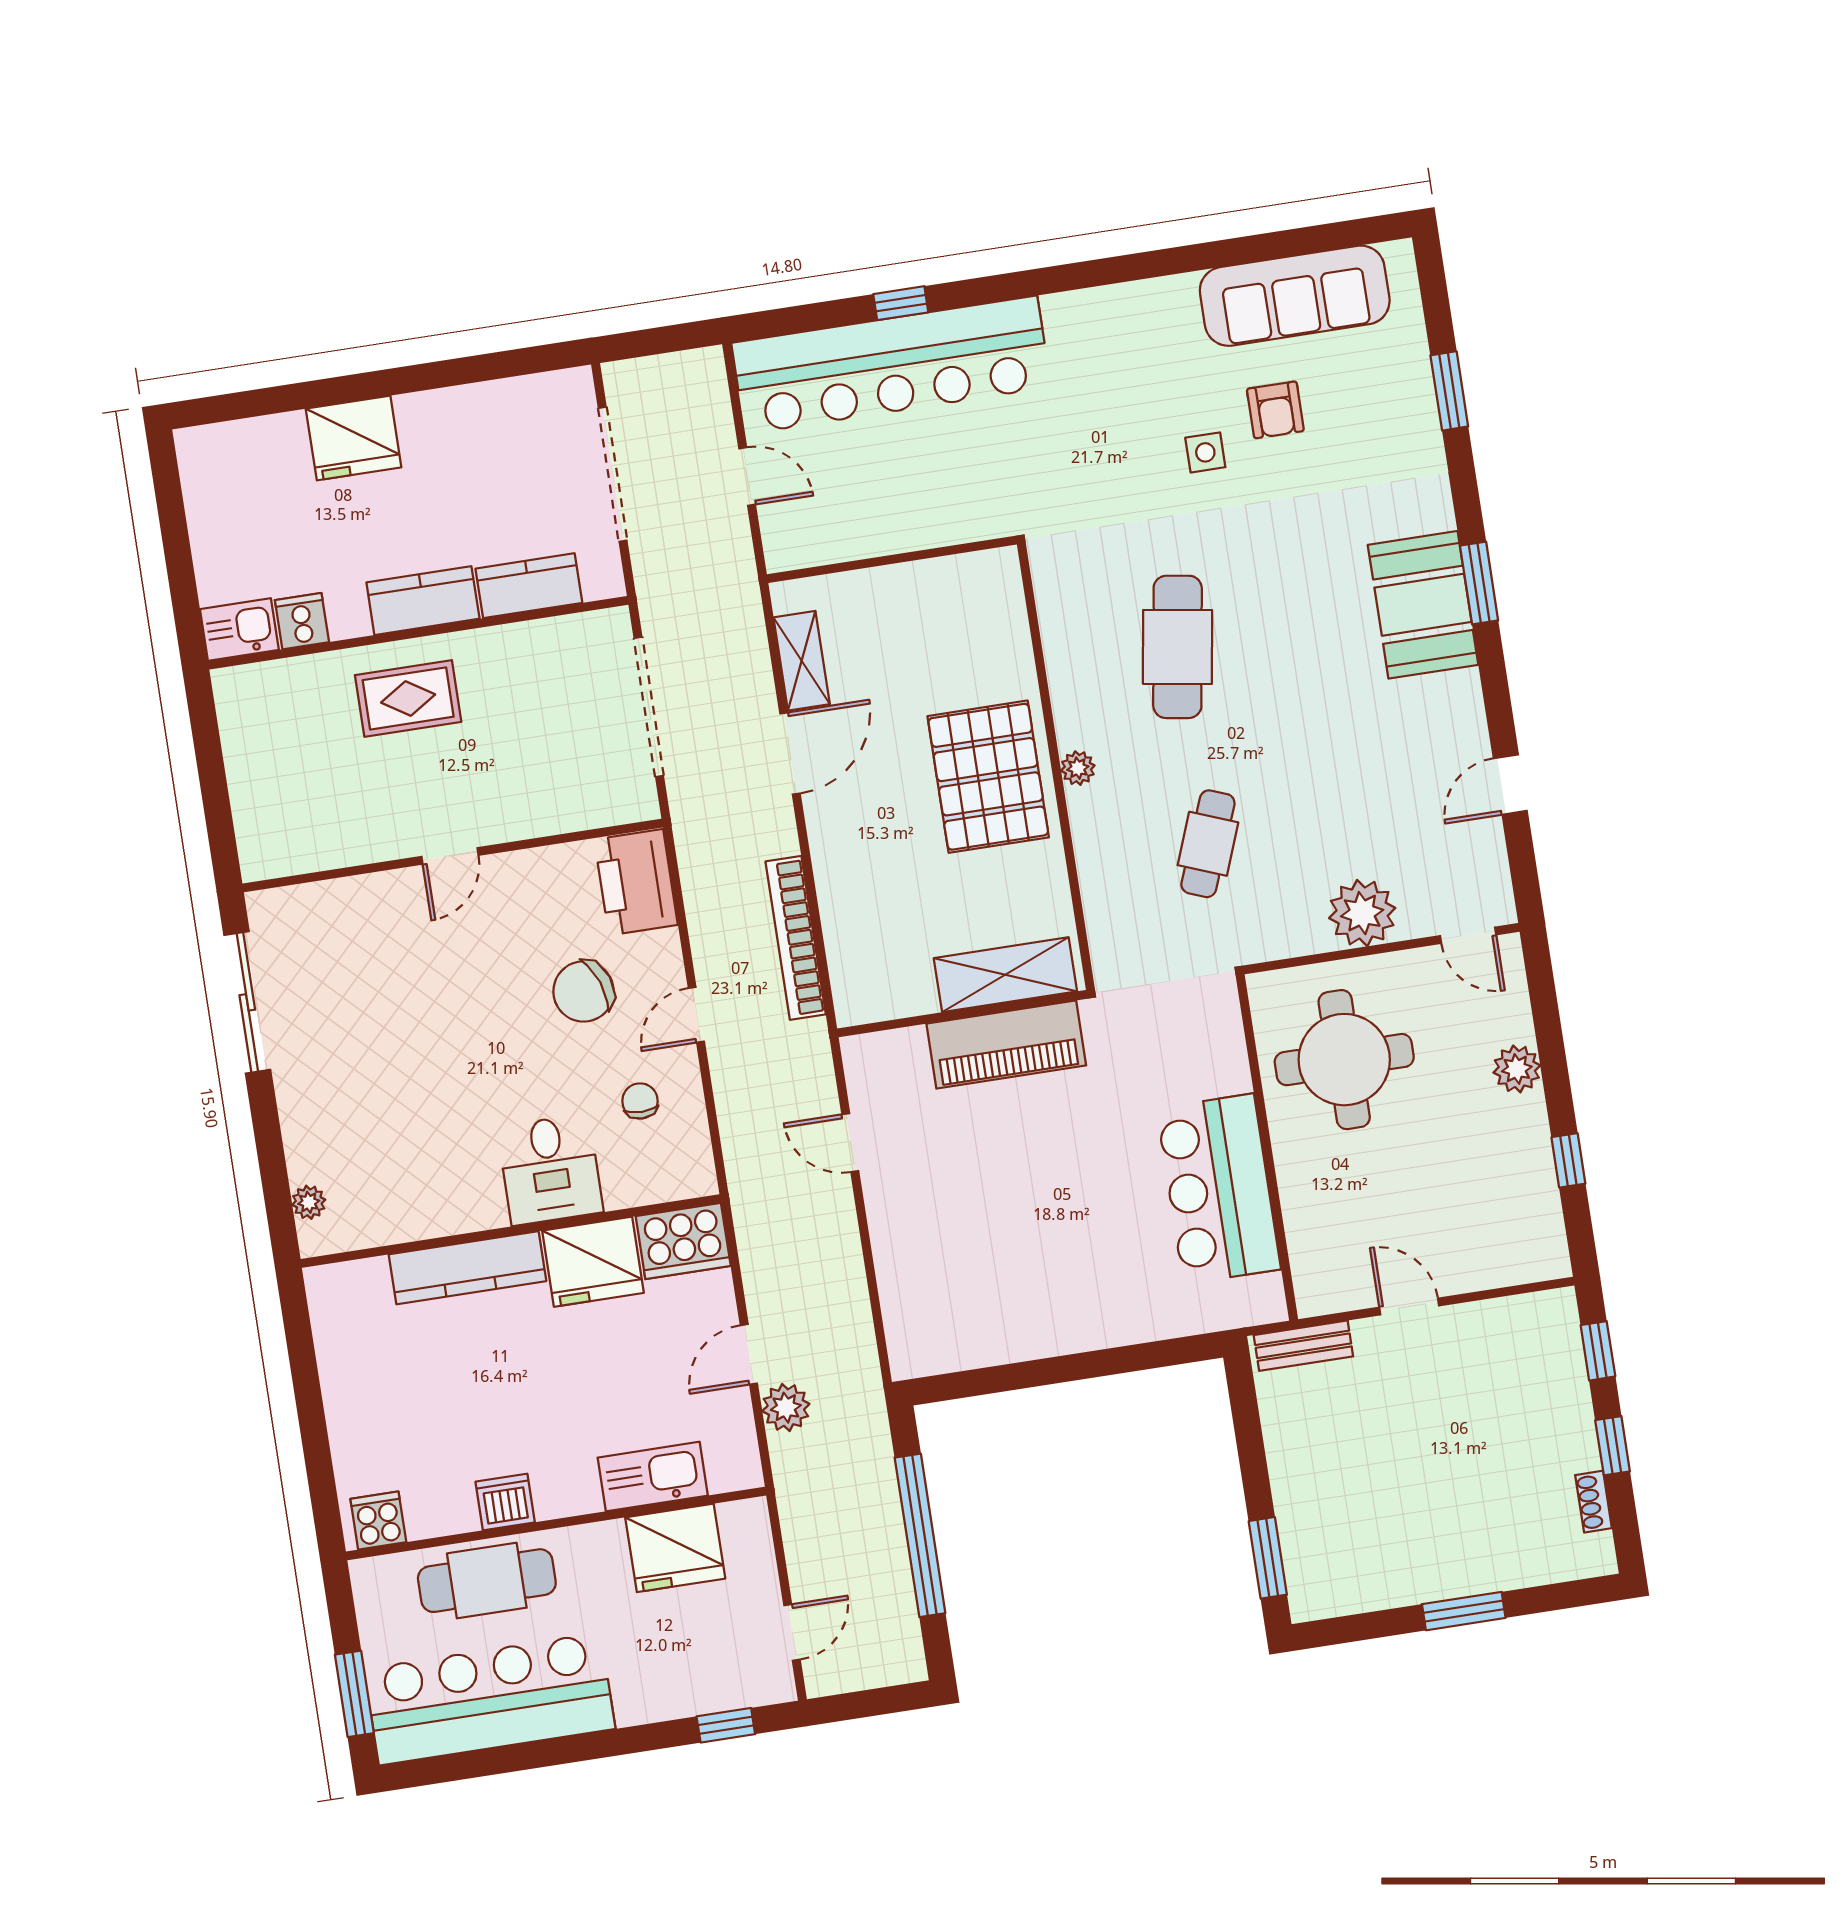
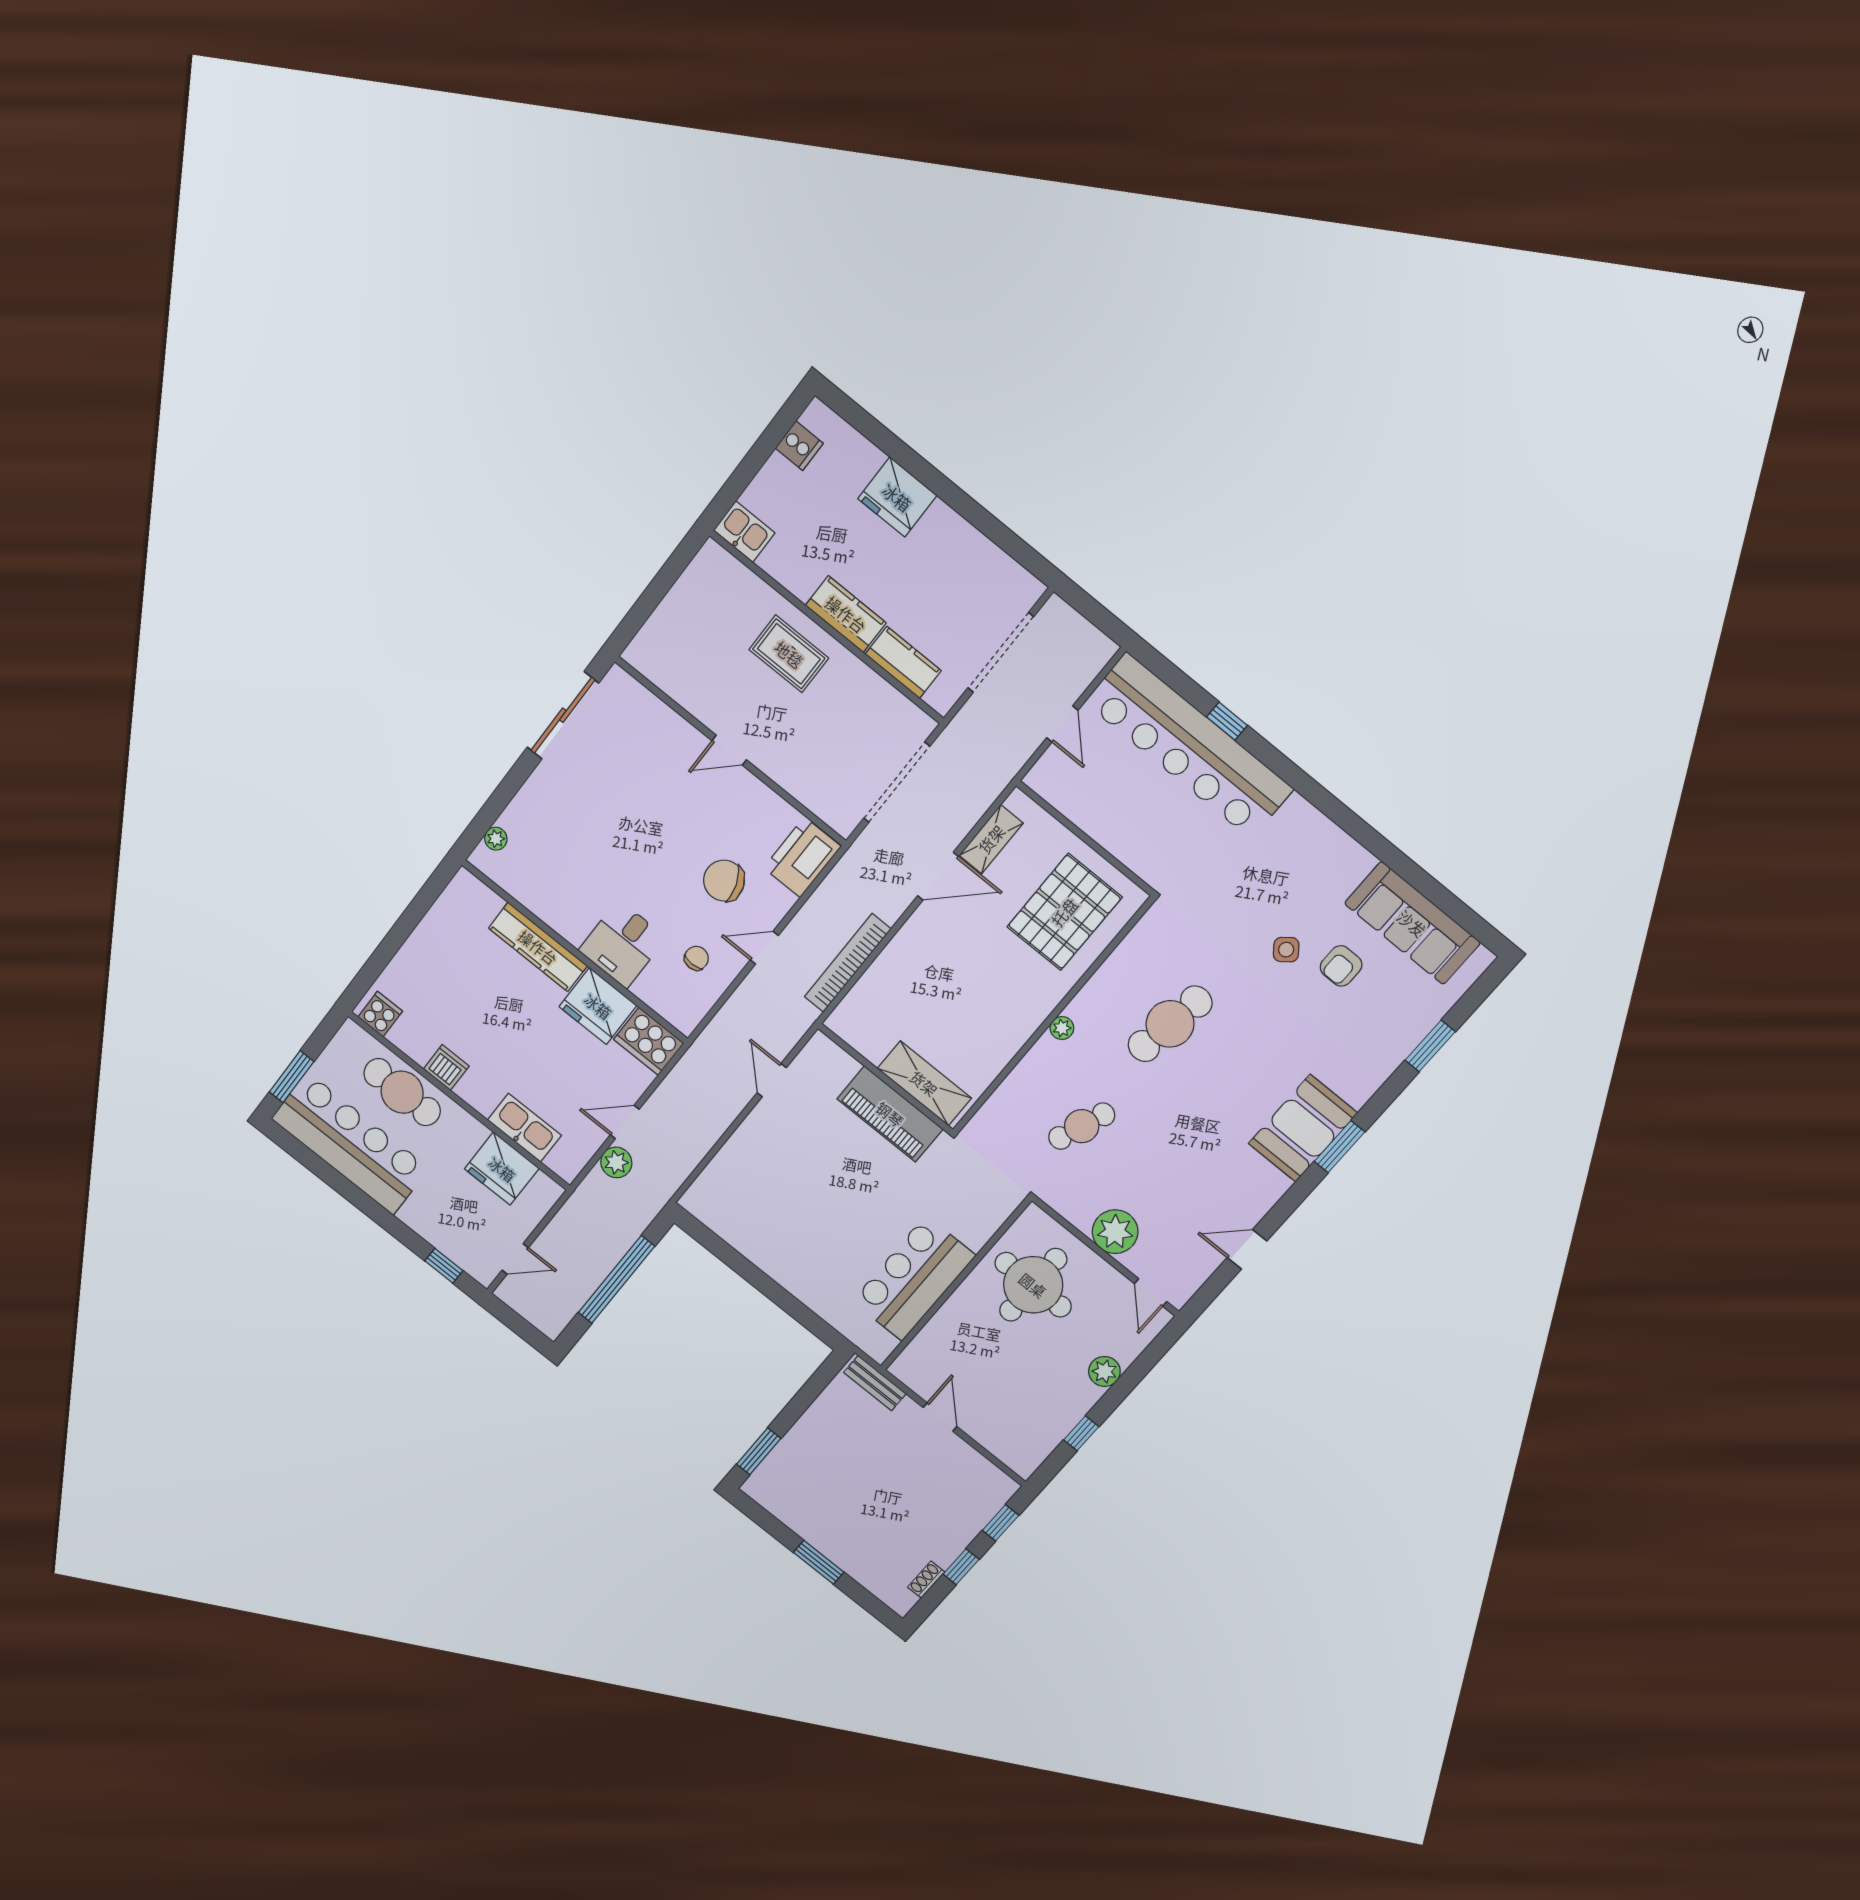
side table: (1205, 452) -> (1286, 950), turned -38
cooker: (302, 621) -> (799, 446), moved, turned 90
pallet: (988, 777) -> (1064, 912), moved

